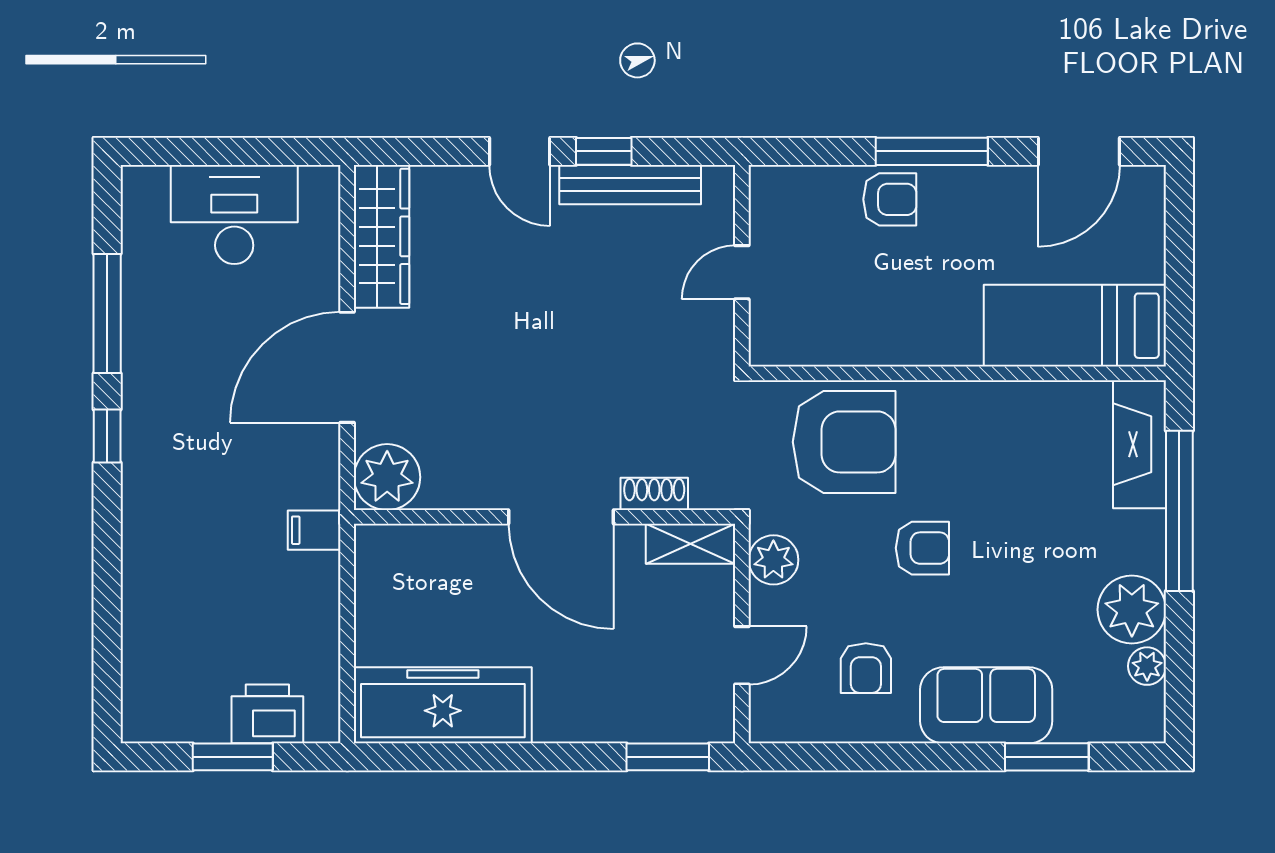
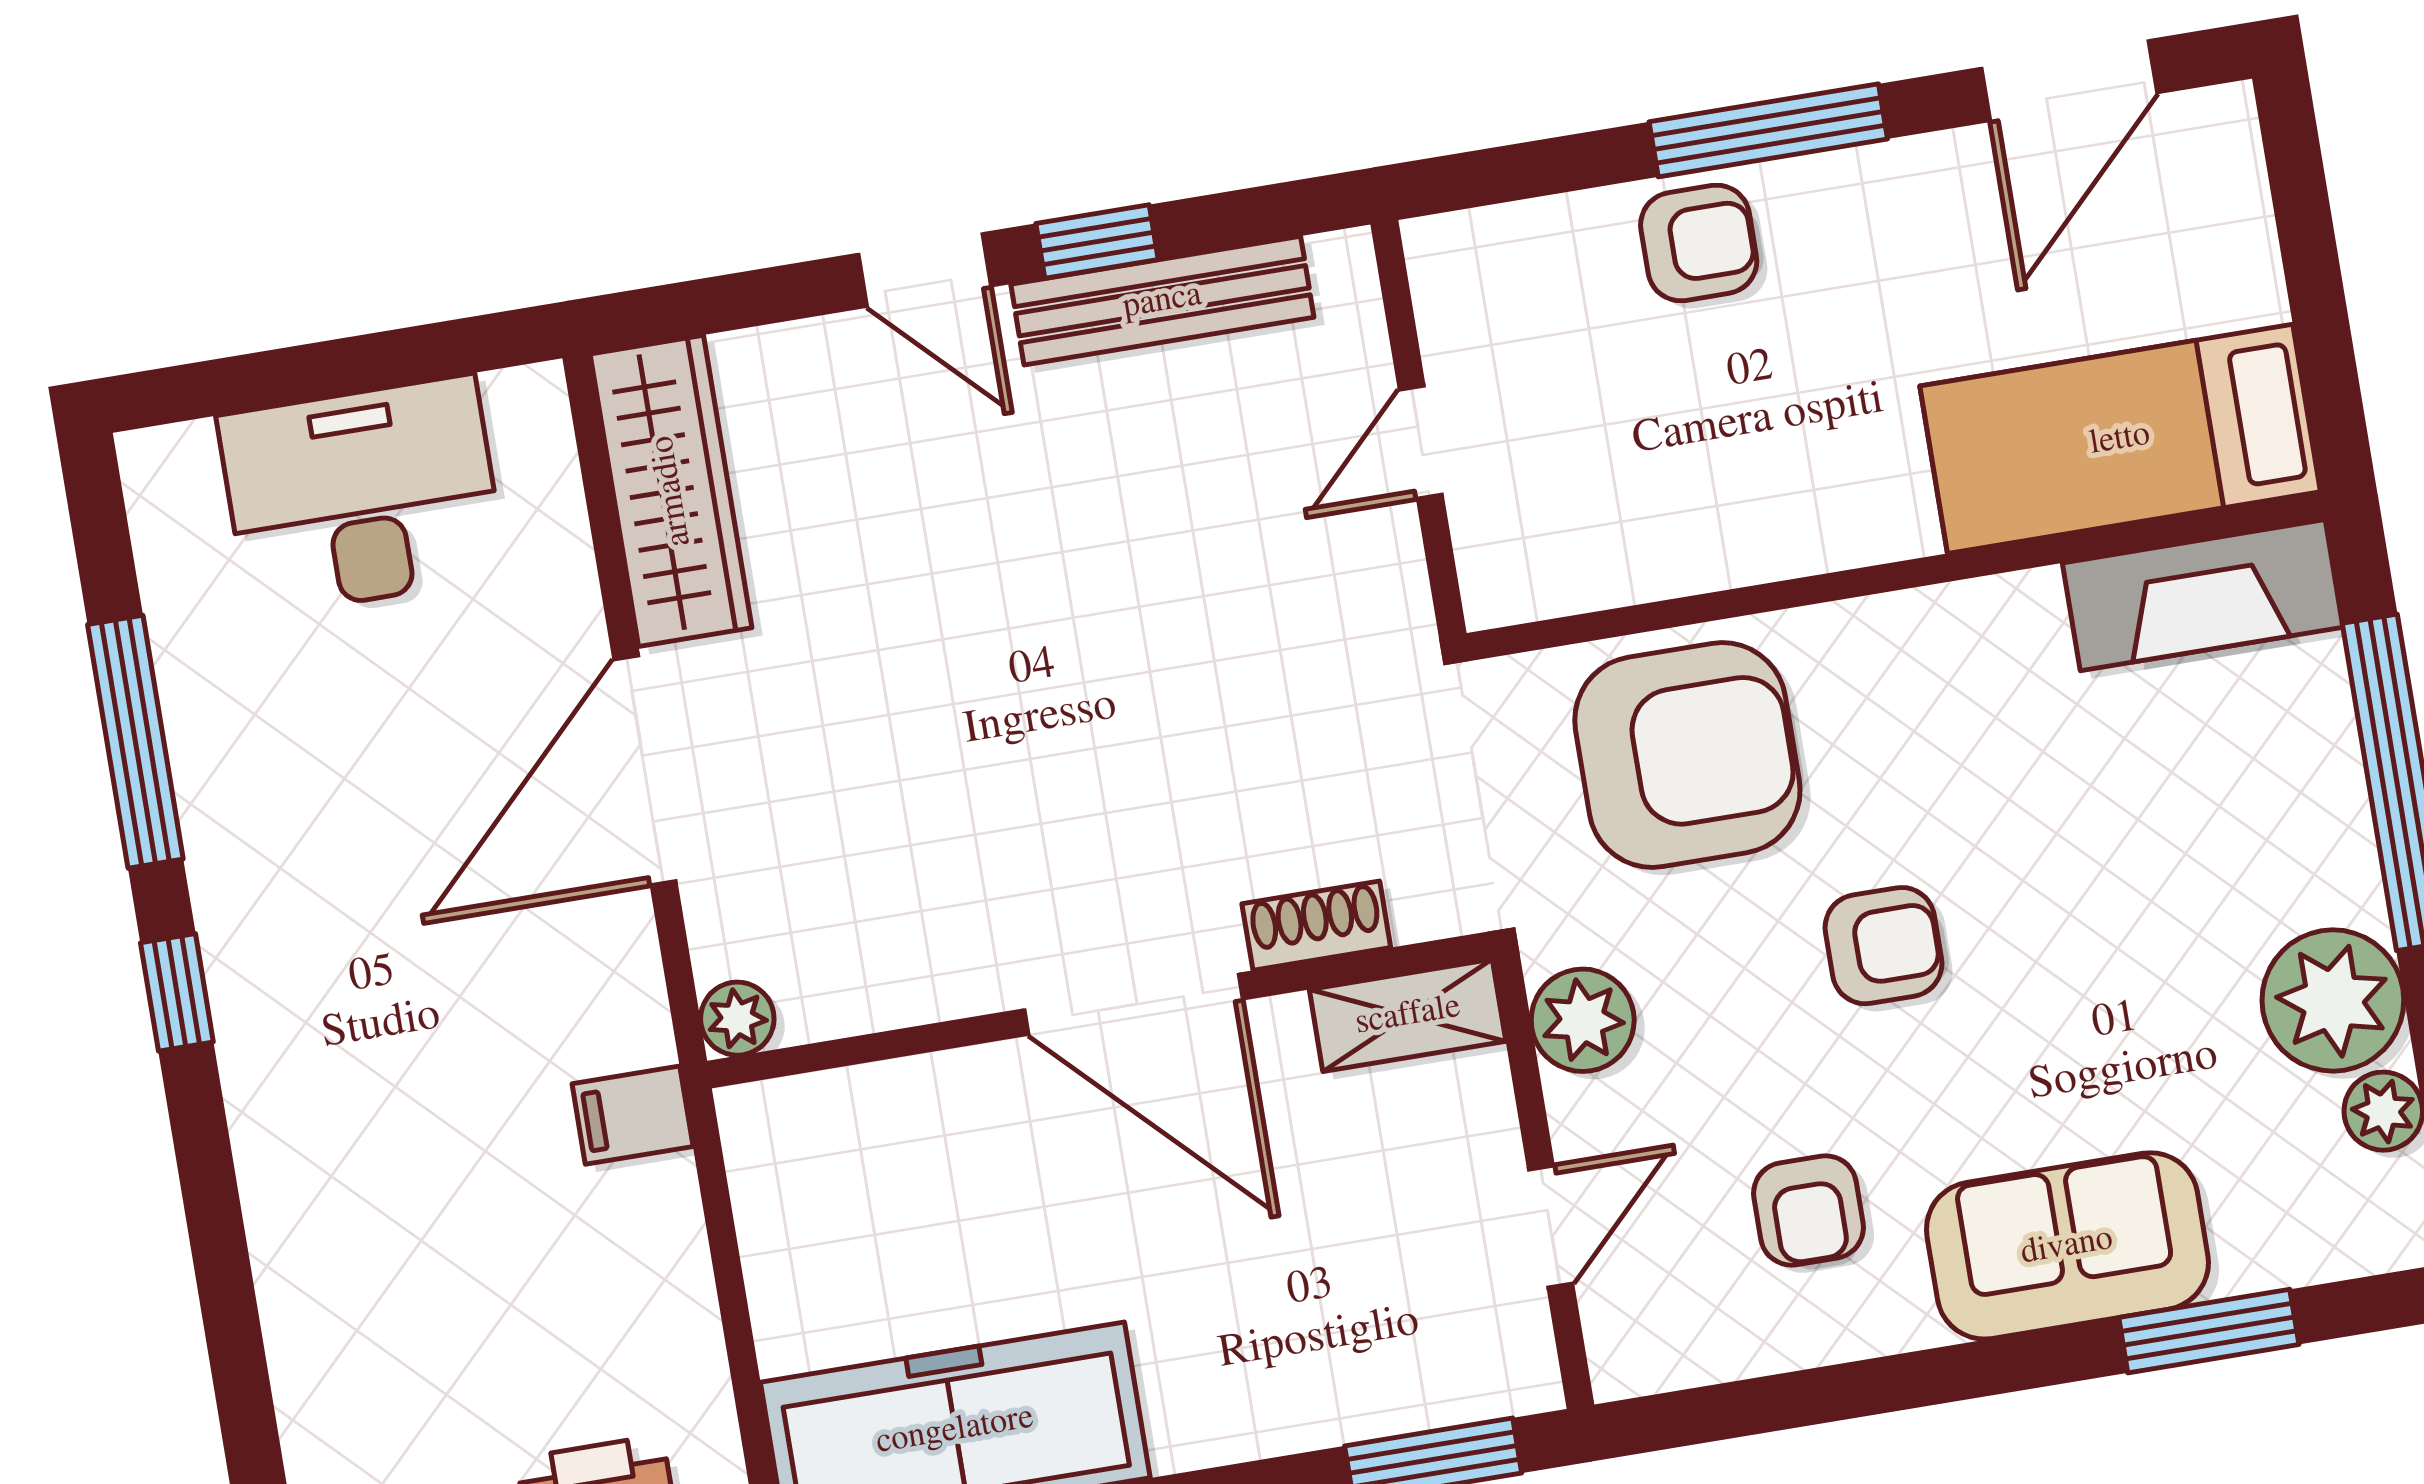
fireplace: (1140, 444) -> (2203, 595), moved, turned -90
plant: (387, 477) -> (737, 1019), width x0.53, depth x0.53

